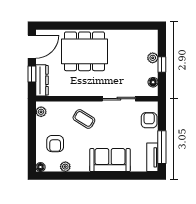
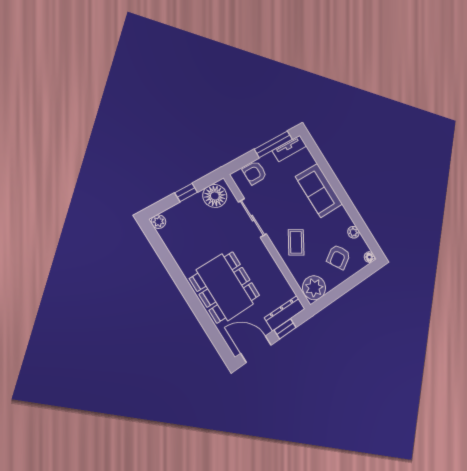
plant: (153, 58) -> (158, 222), moved
floor lamp: (153, 82) -> (215, 196), width x1.89, depth x1.89
plant: (41, 112) -> (314, 288), width x1.87, depth x1.87
armchair: (55, 144) -> (339, 257), turned 148

